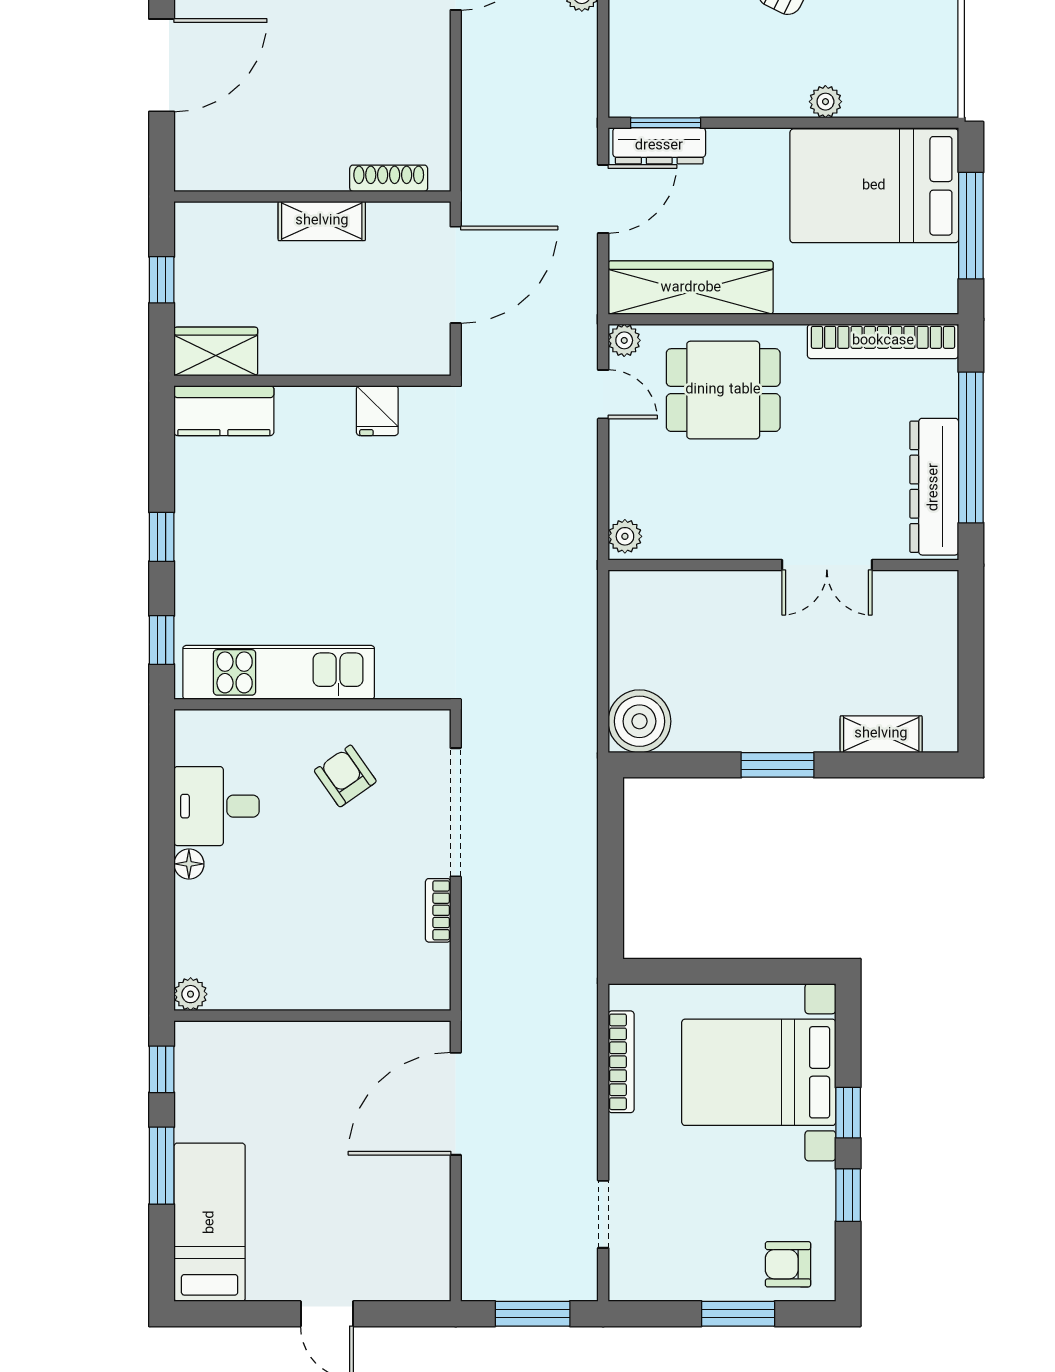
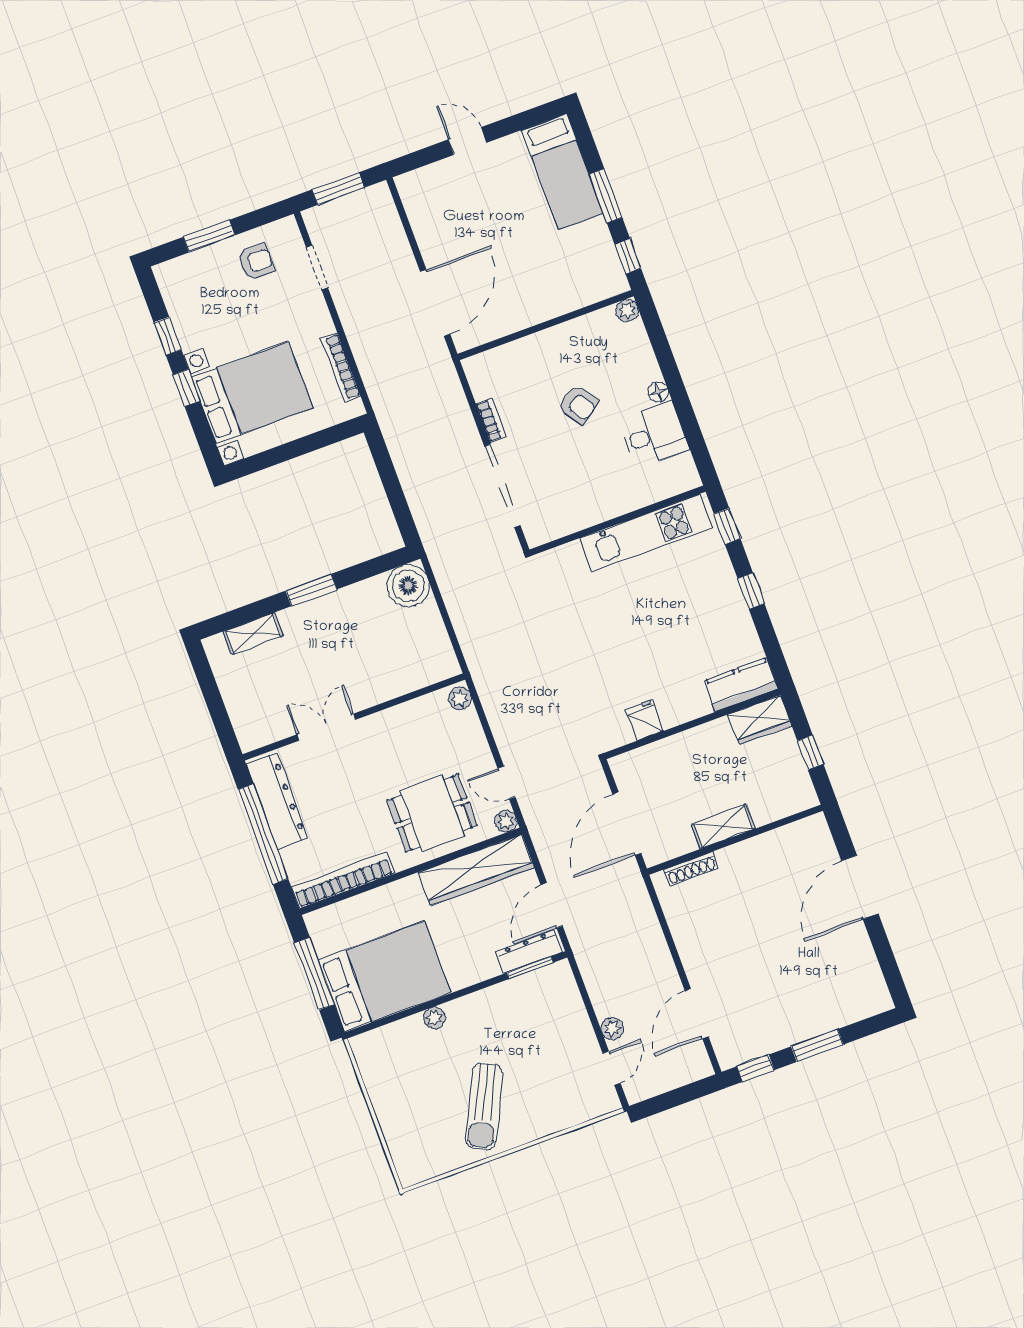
armchair: (345, 776) -> (578, 405), moved
armchair: (788, 1264) -> (256, 262), moved

